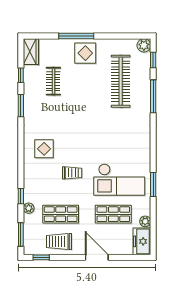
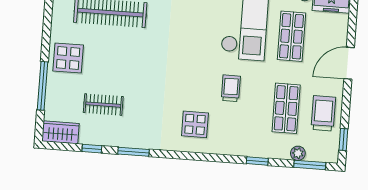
window: (76, 36) -> (43, 86), moved
plant: (29, 208) -> (298, 153), moved
trolley: (59, 242) -> (323, 113), turned 180

